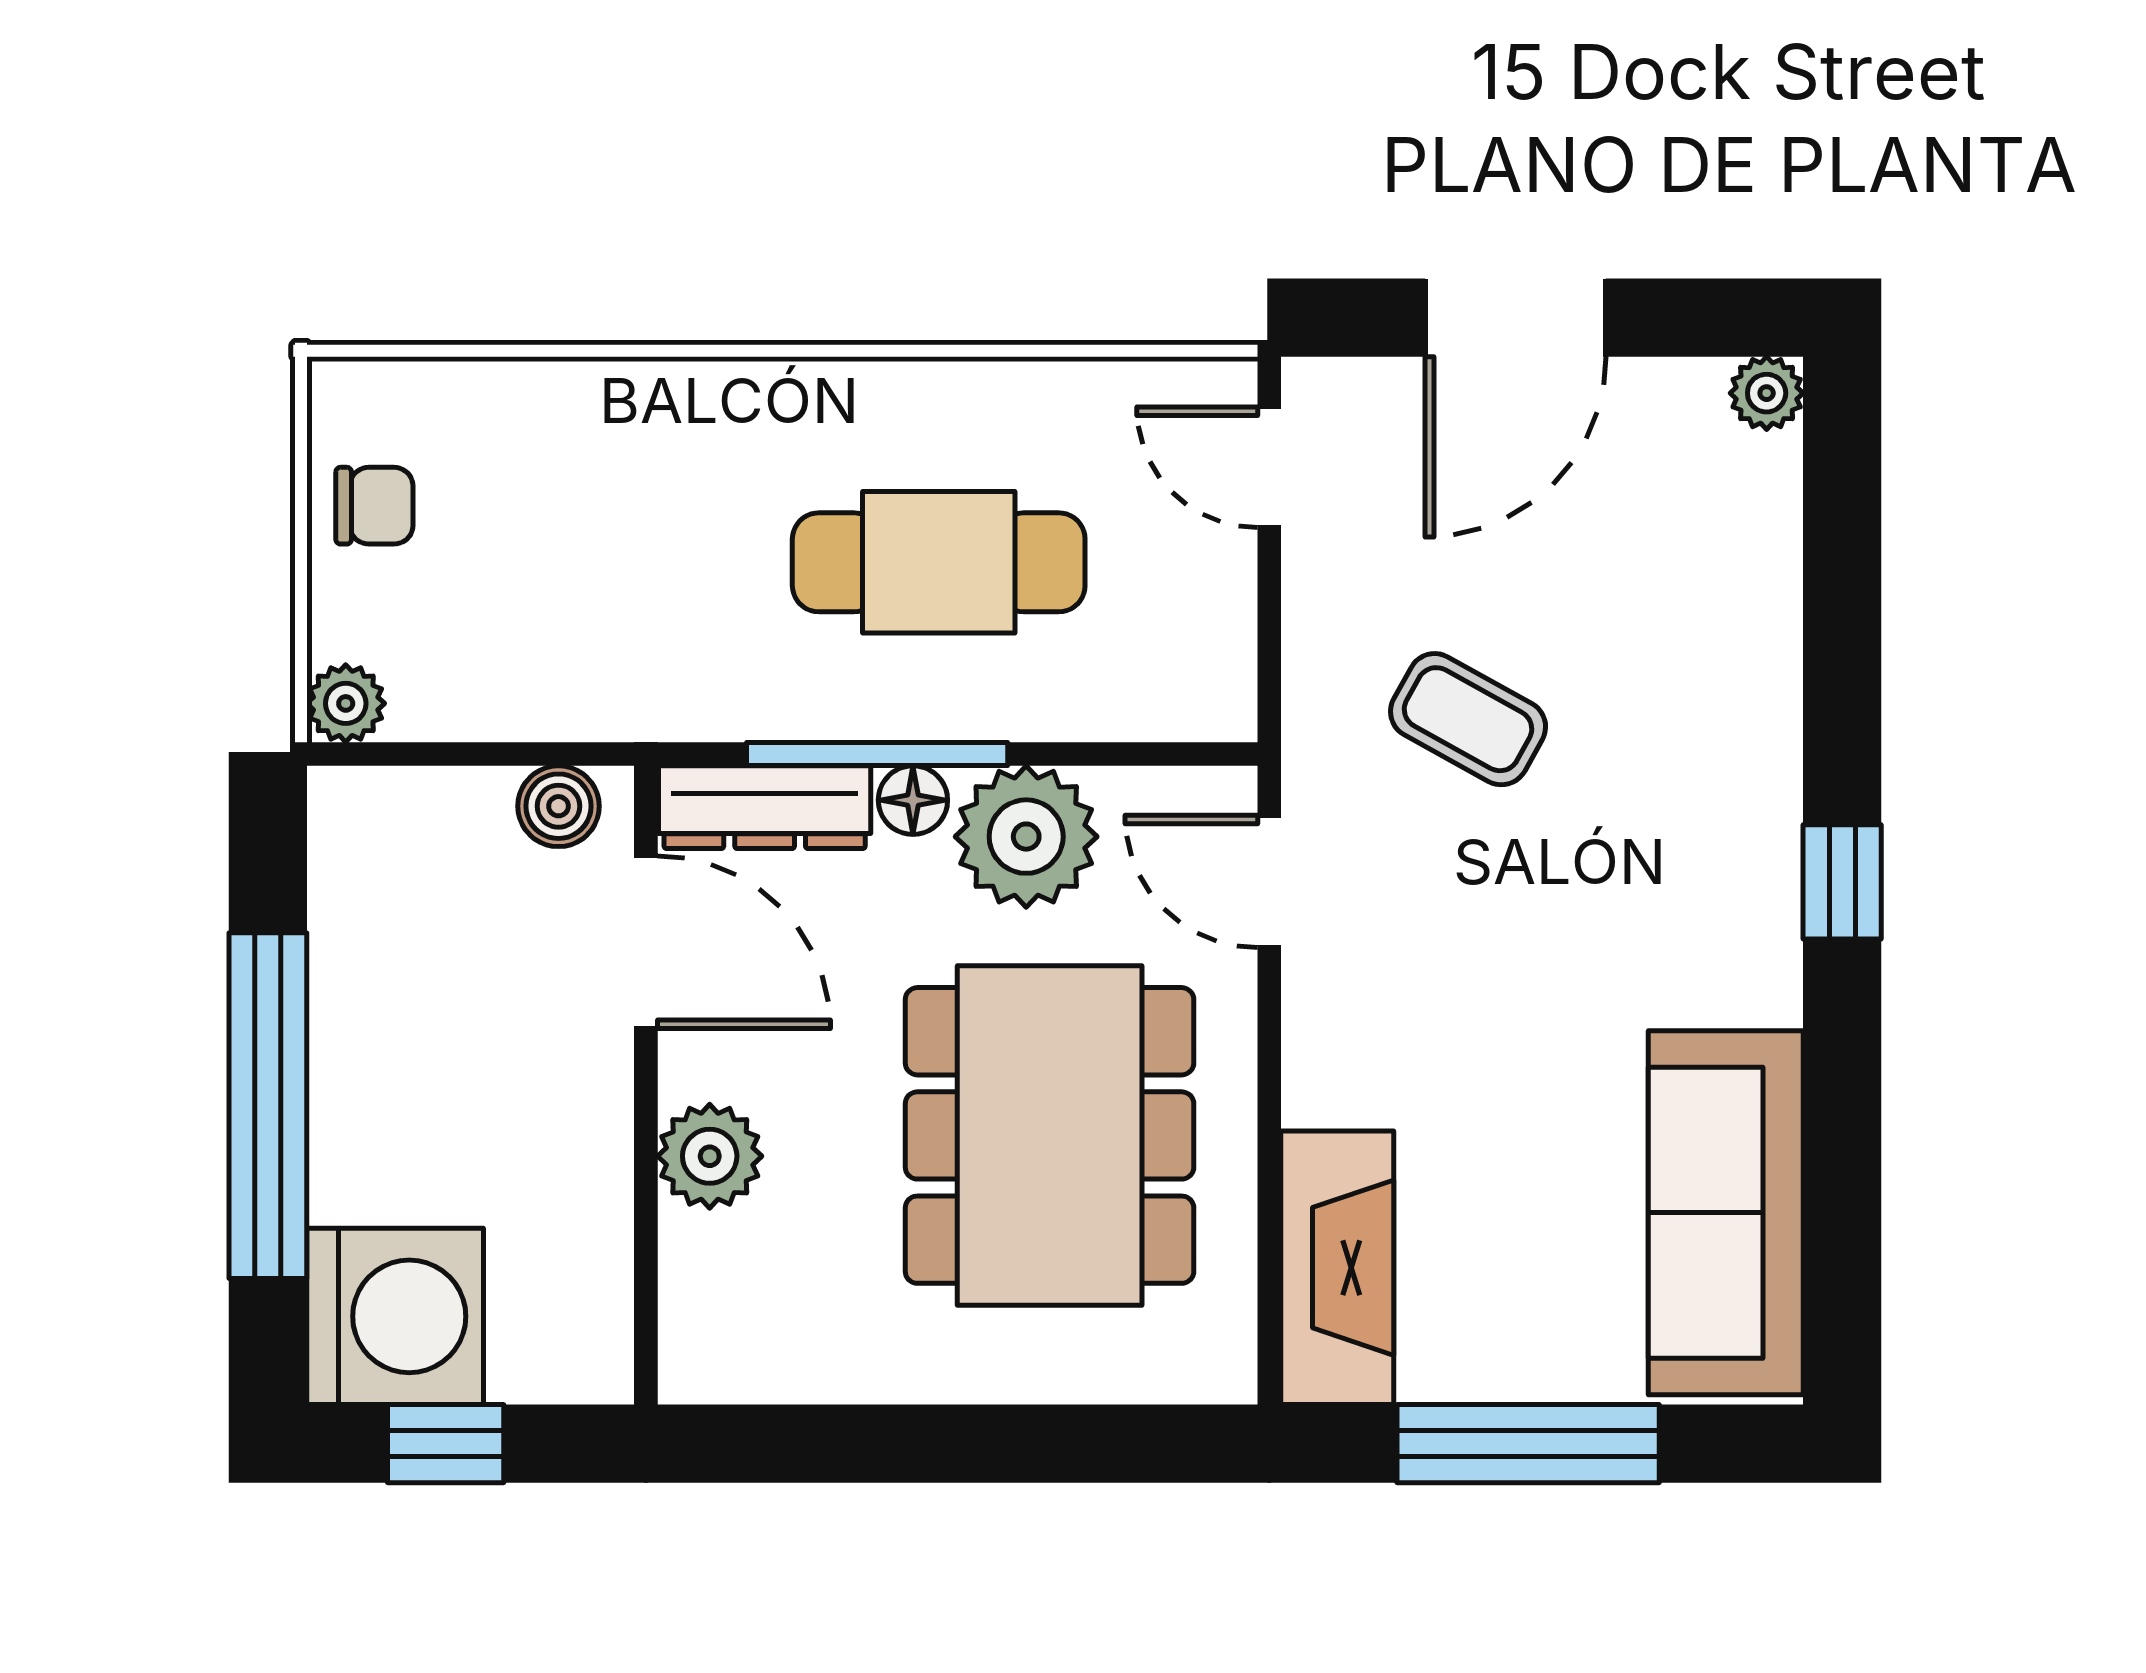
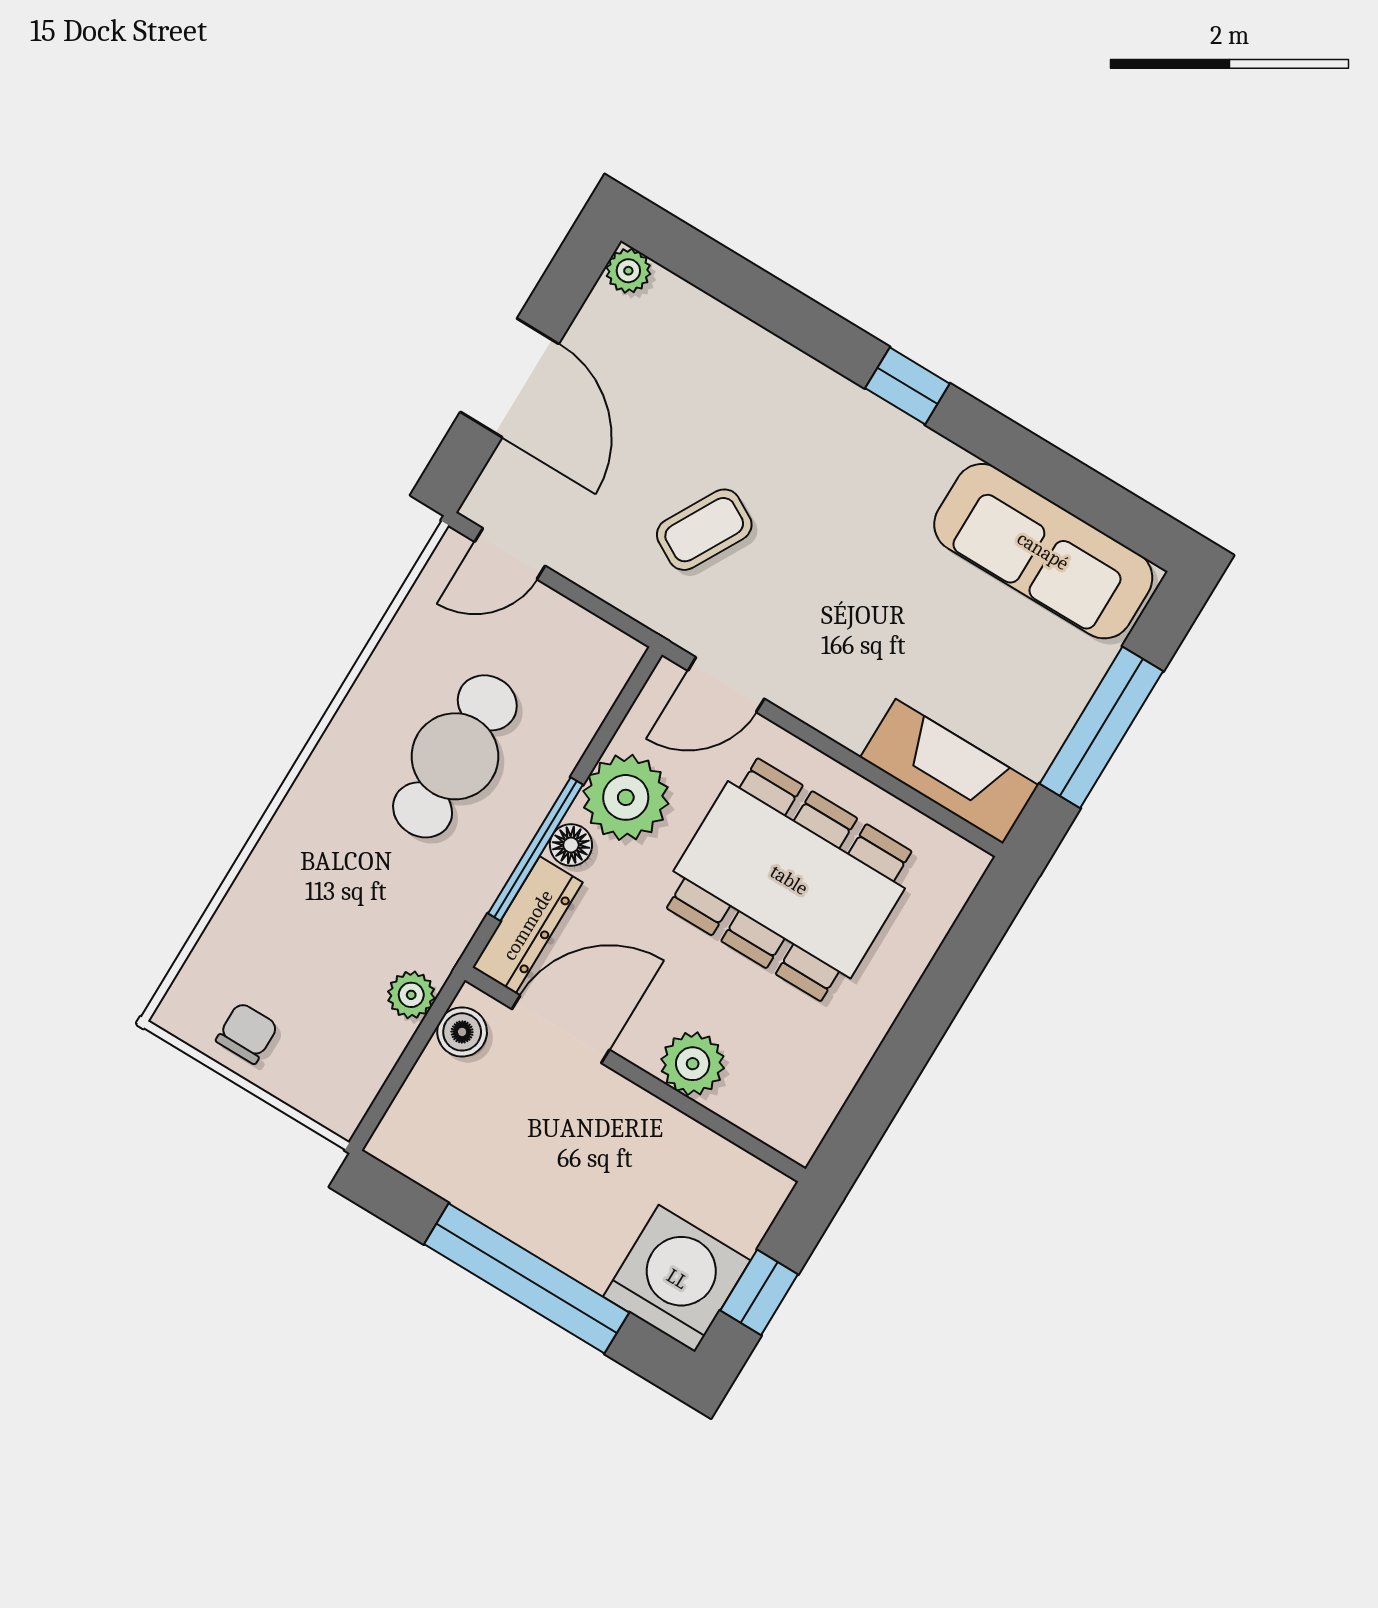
plant: (346, 703) -> (411, 995), moved

